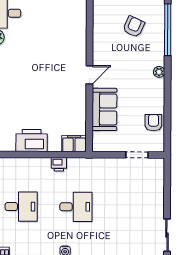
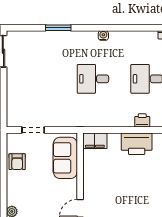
sofa: (104, 109) -> (65, 158), moved
printer: (59, 164) -> (142, 120), moved

